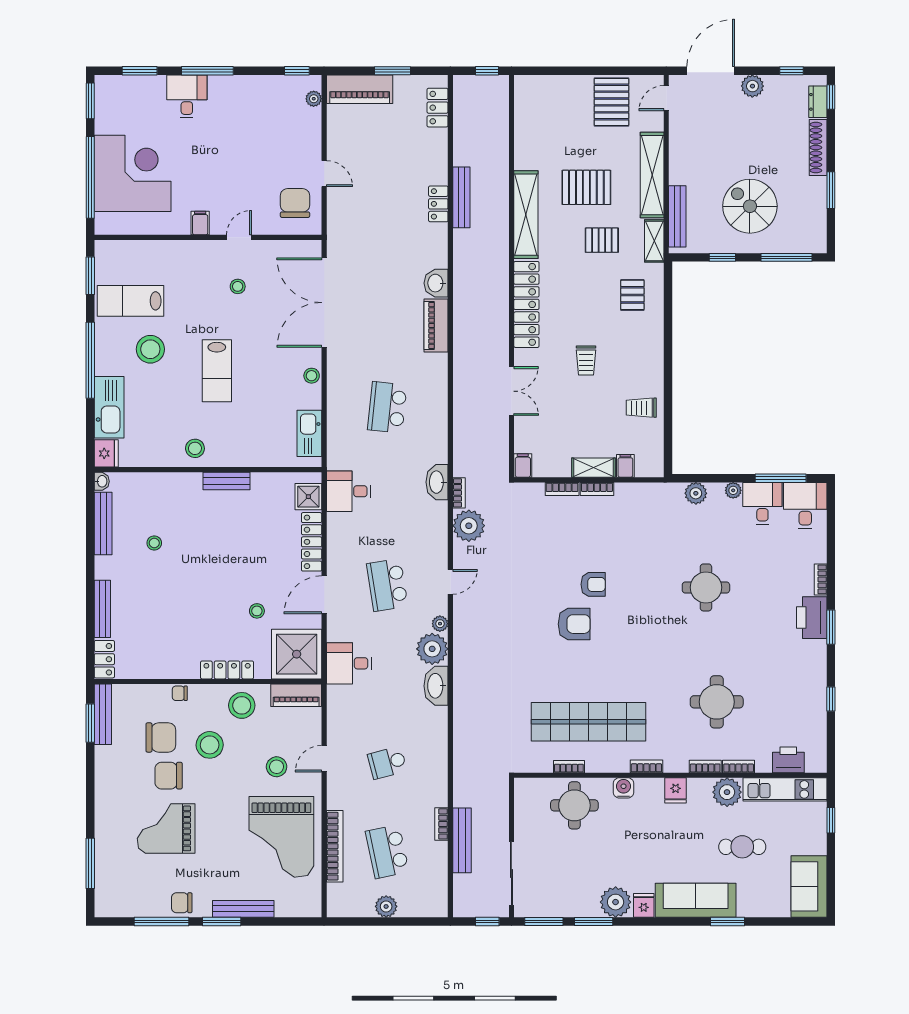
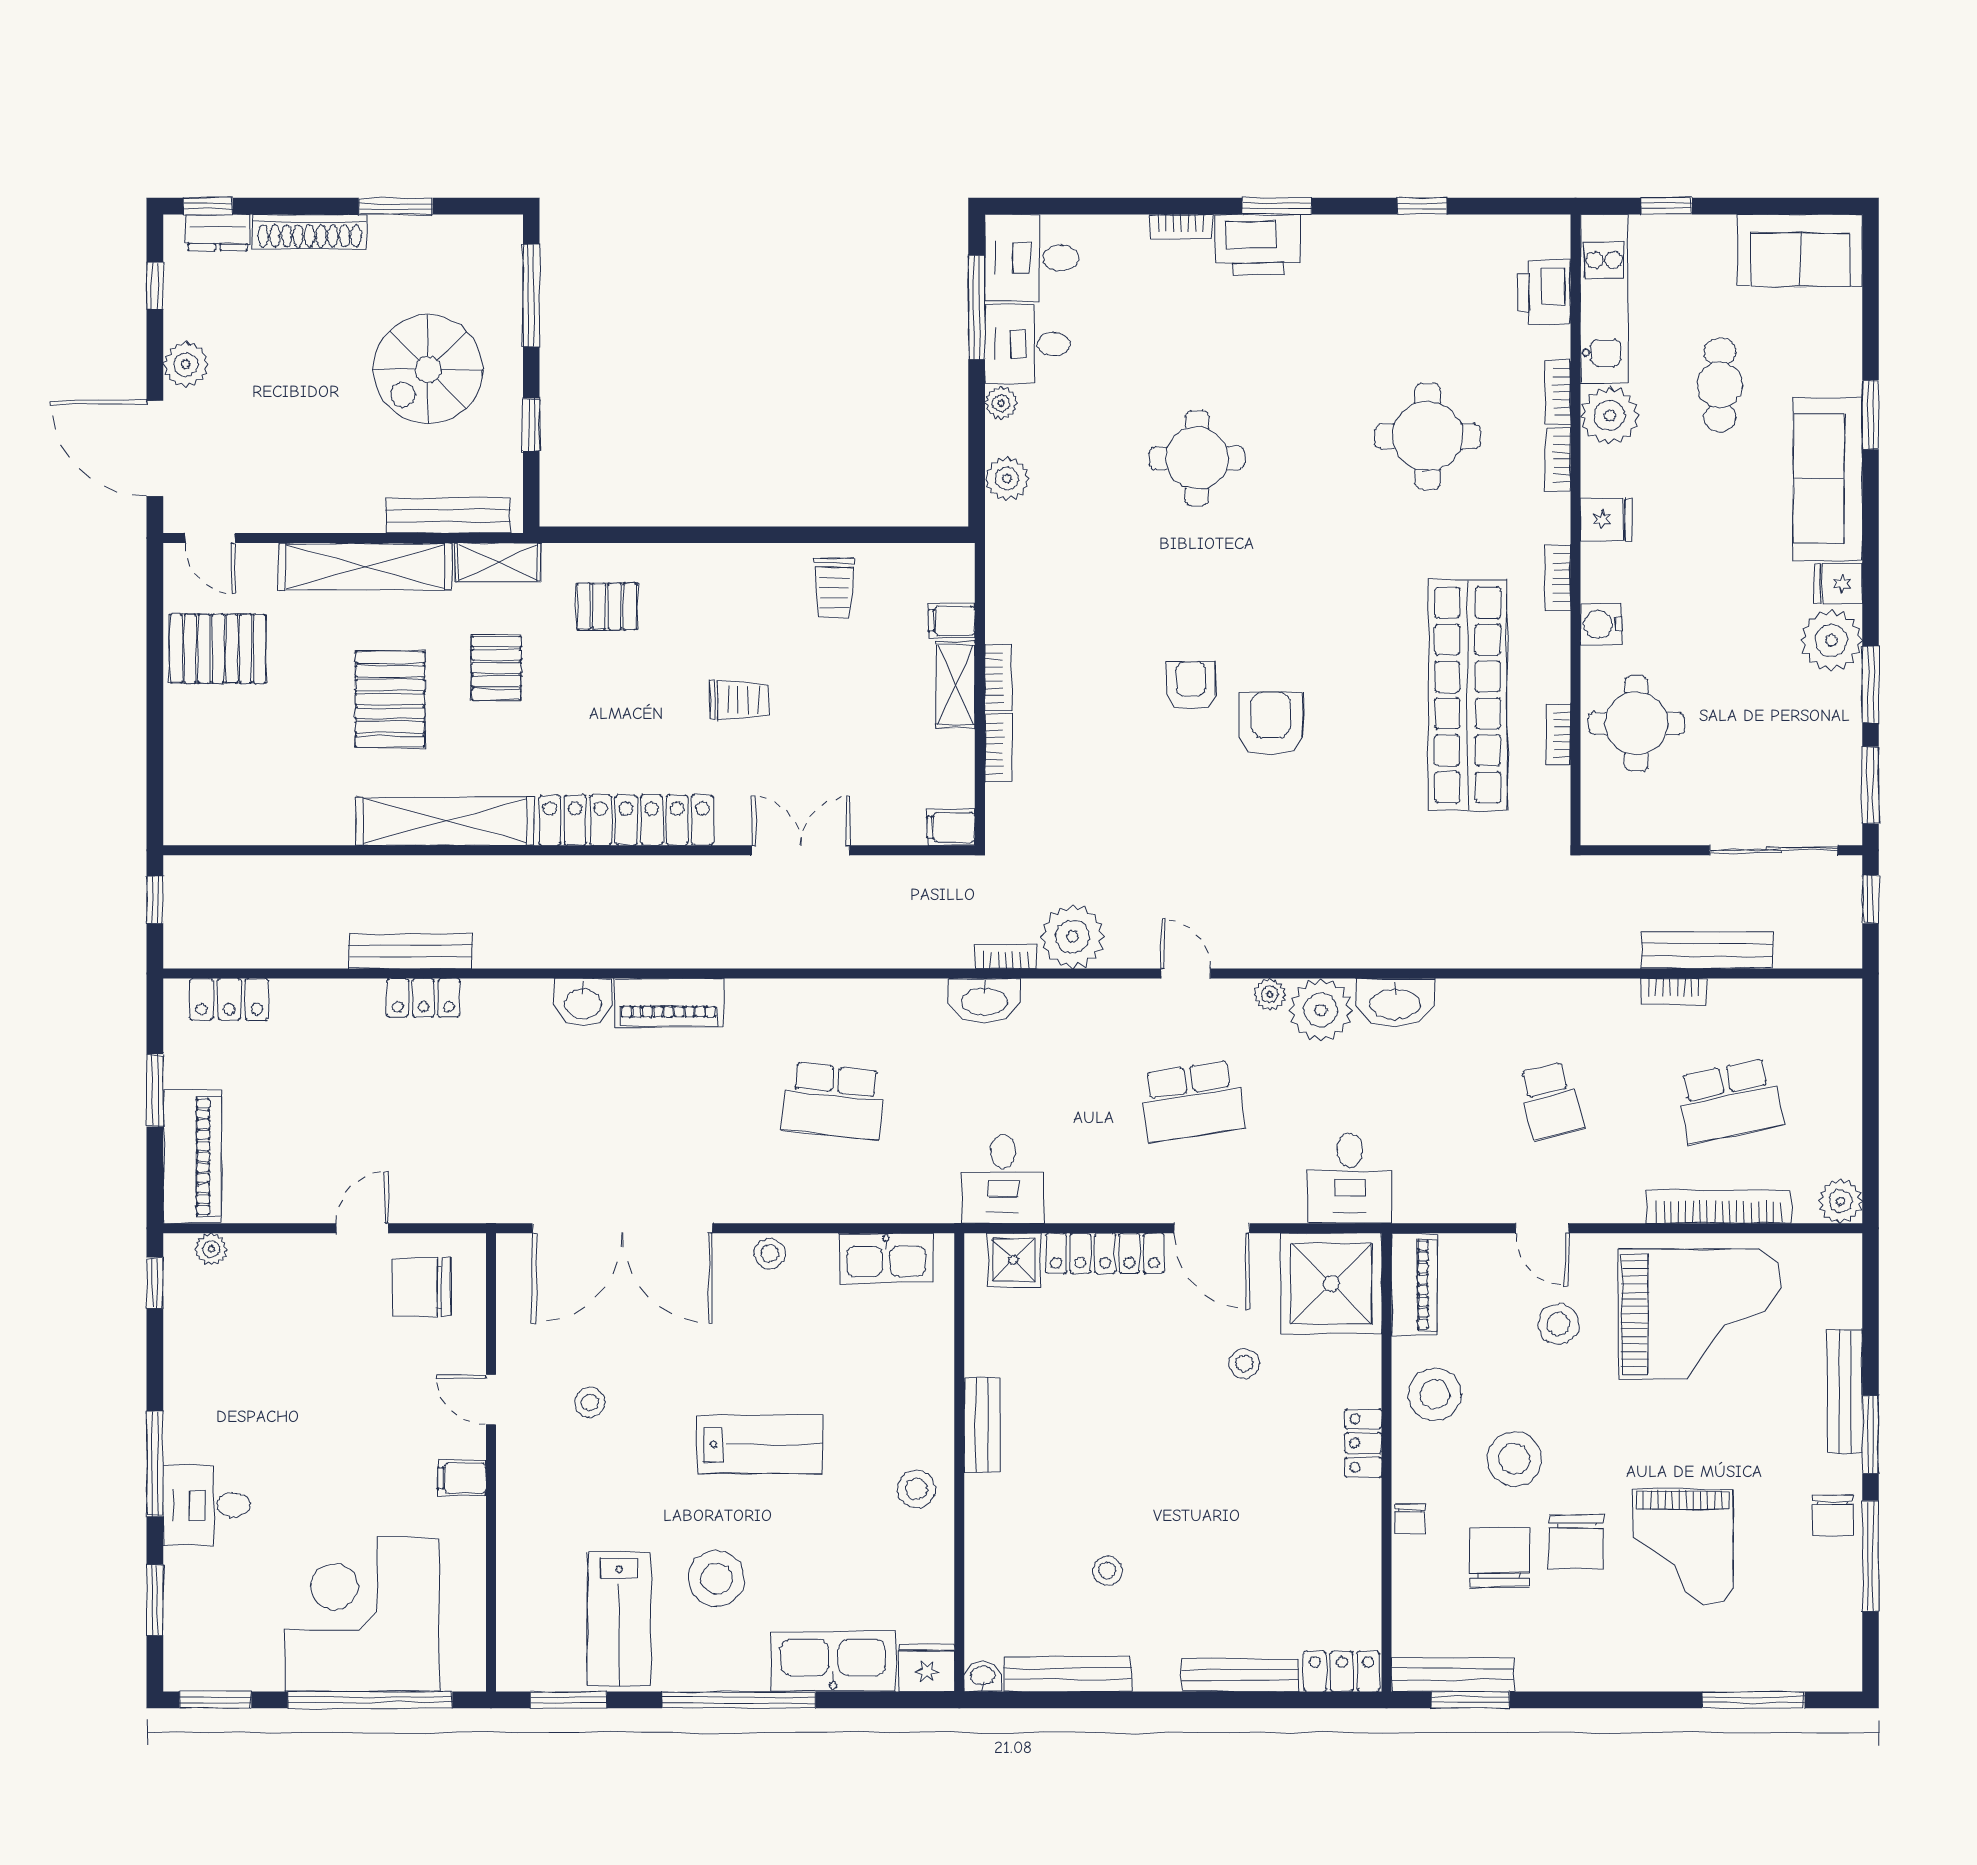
locker: (227, 670) -> (1363, 1443), width x0.66
plant: (386, 906) -> (1840, 1201), moved

